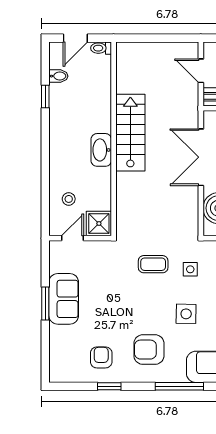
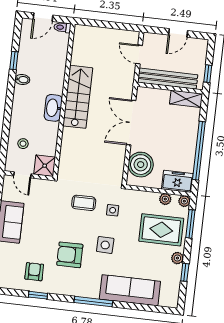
bidet: (58, 76) -> (22, 80), moved
door: (72, 238) -> (22, 175), swing flipped
armchair: (149, 350) -> (70, 255), moved

